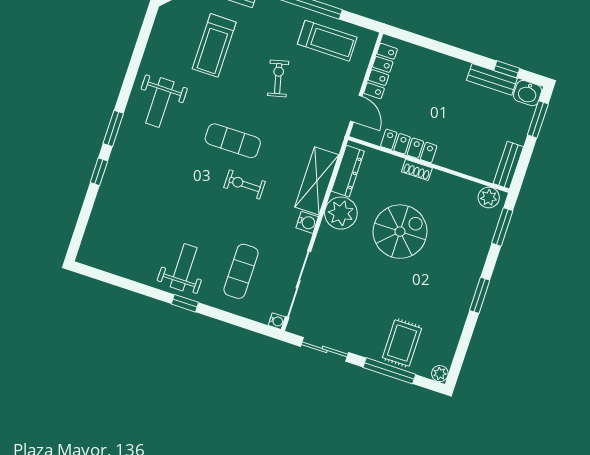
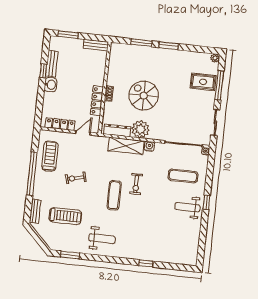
window: (507, 69) -> (43, 71), moved
washbasin: (528, 93) -> (51, 85), moved
window: (113, 128) -> (70, 255), moved
plant: (489, 197) -> (115, 52), removed
window: (502, 227) -> (141, 43), moved

